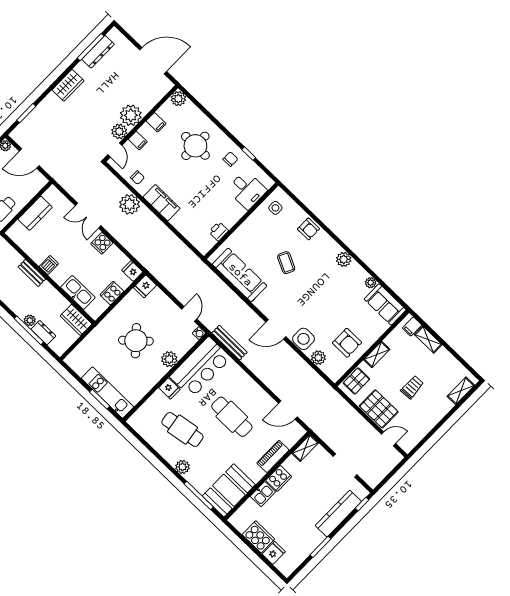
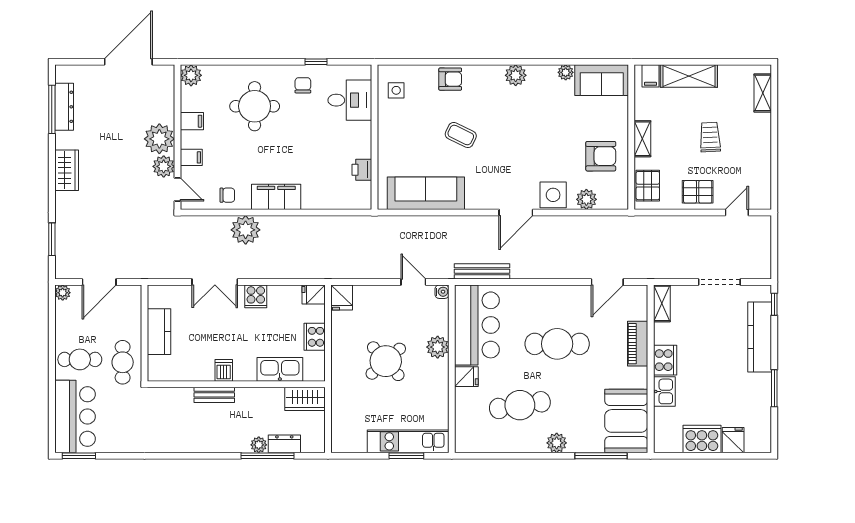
shelving: (428, 339) -> (689, 76), width x1.50, depth x1.33
pallet: (379, 409) -> (698, 192), width x0.67, depth x0.71

